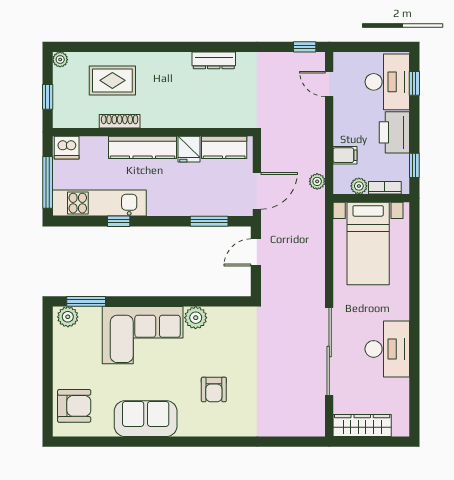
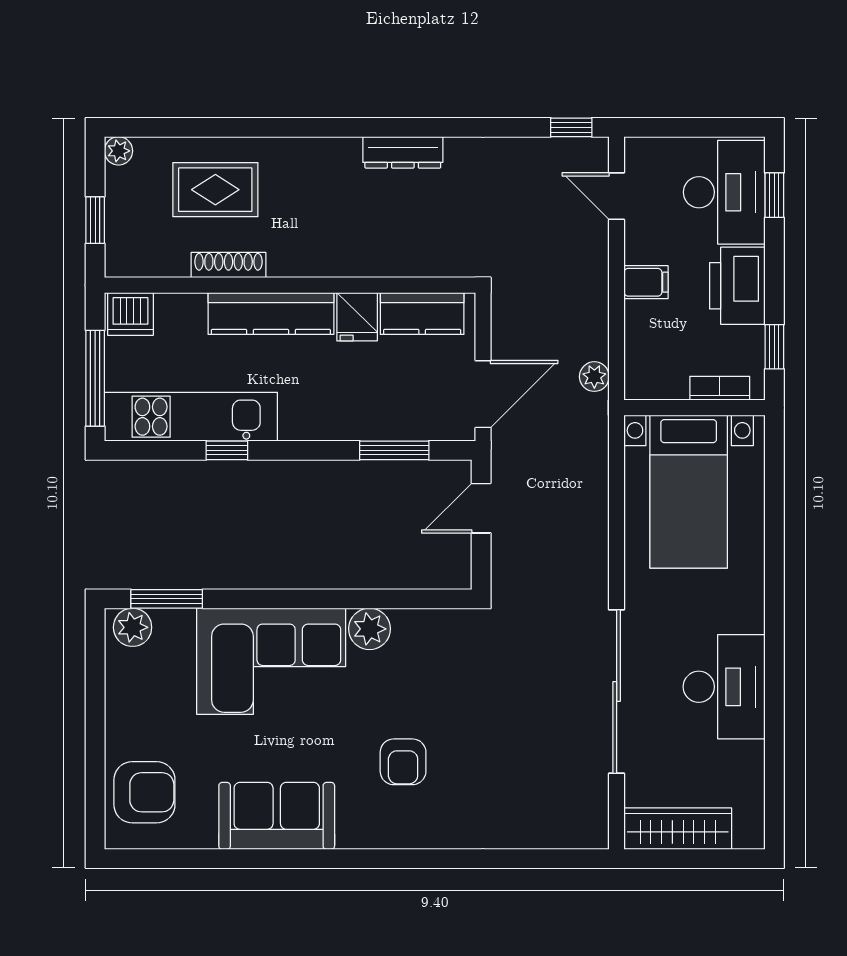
filing cabinet: (345, 155) -> (646, 282), moved
plant: (359, 186) -> (672, 385), removed

